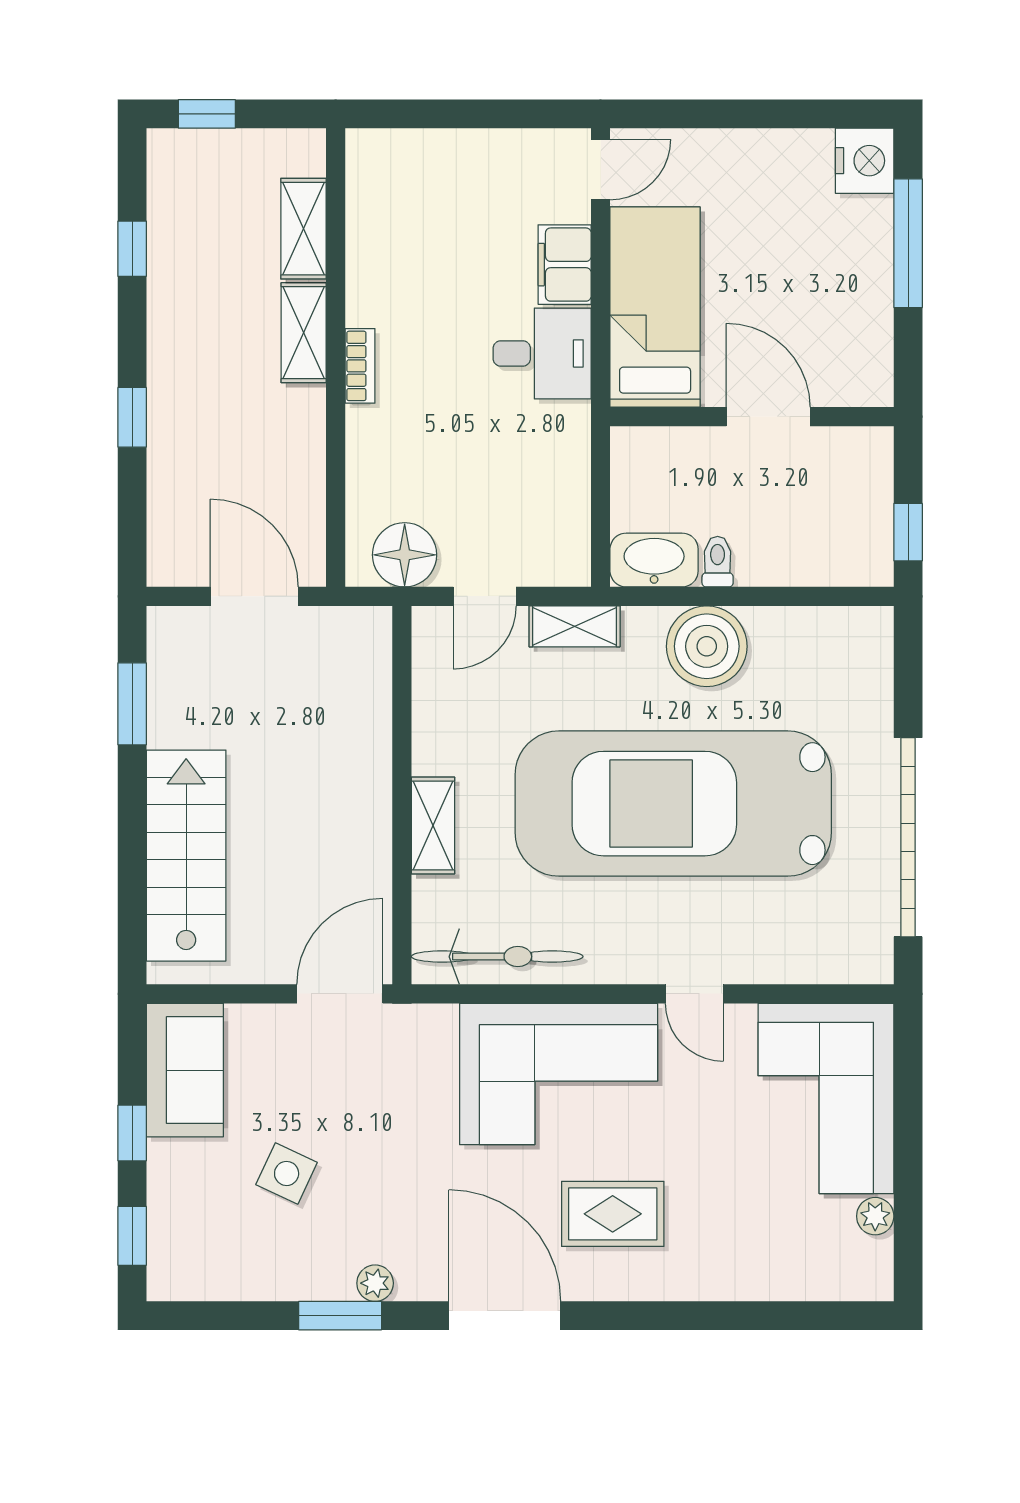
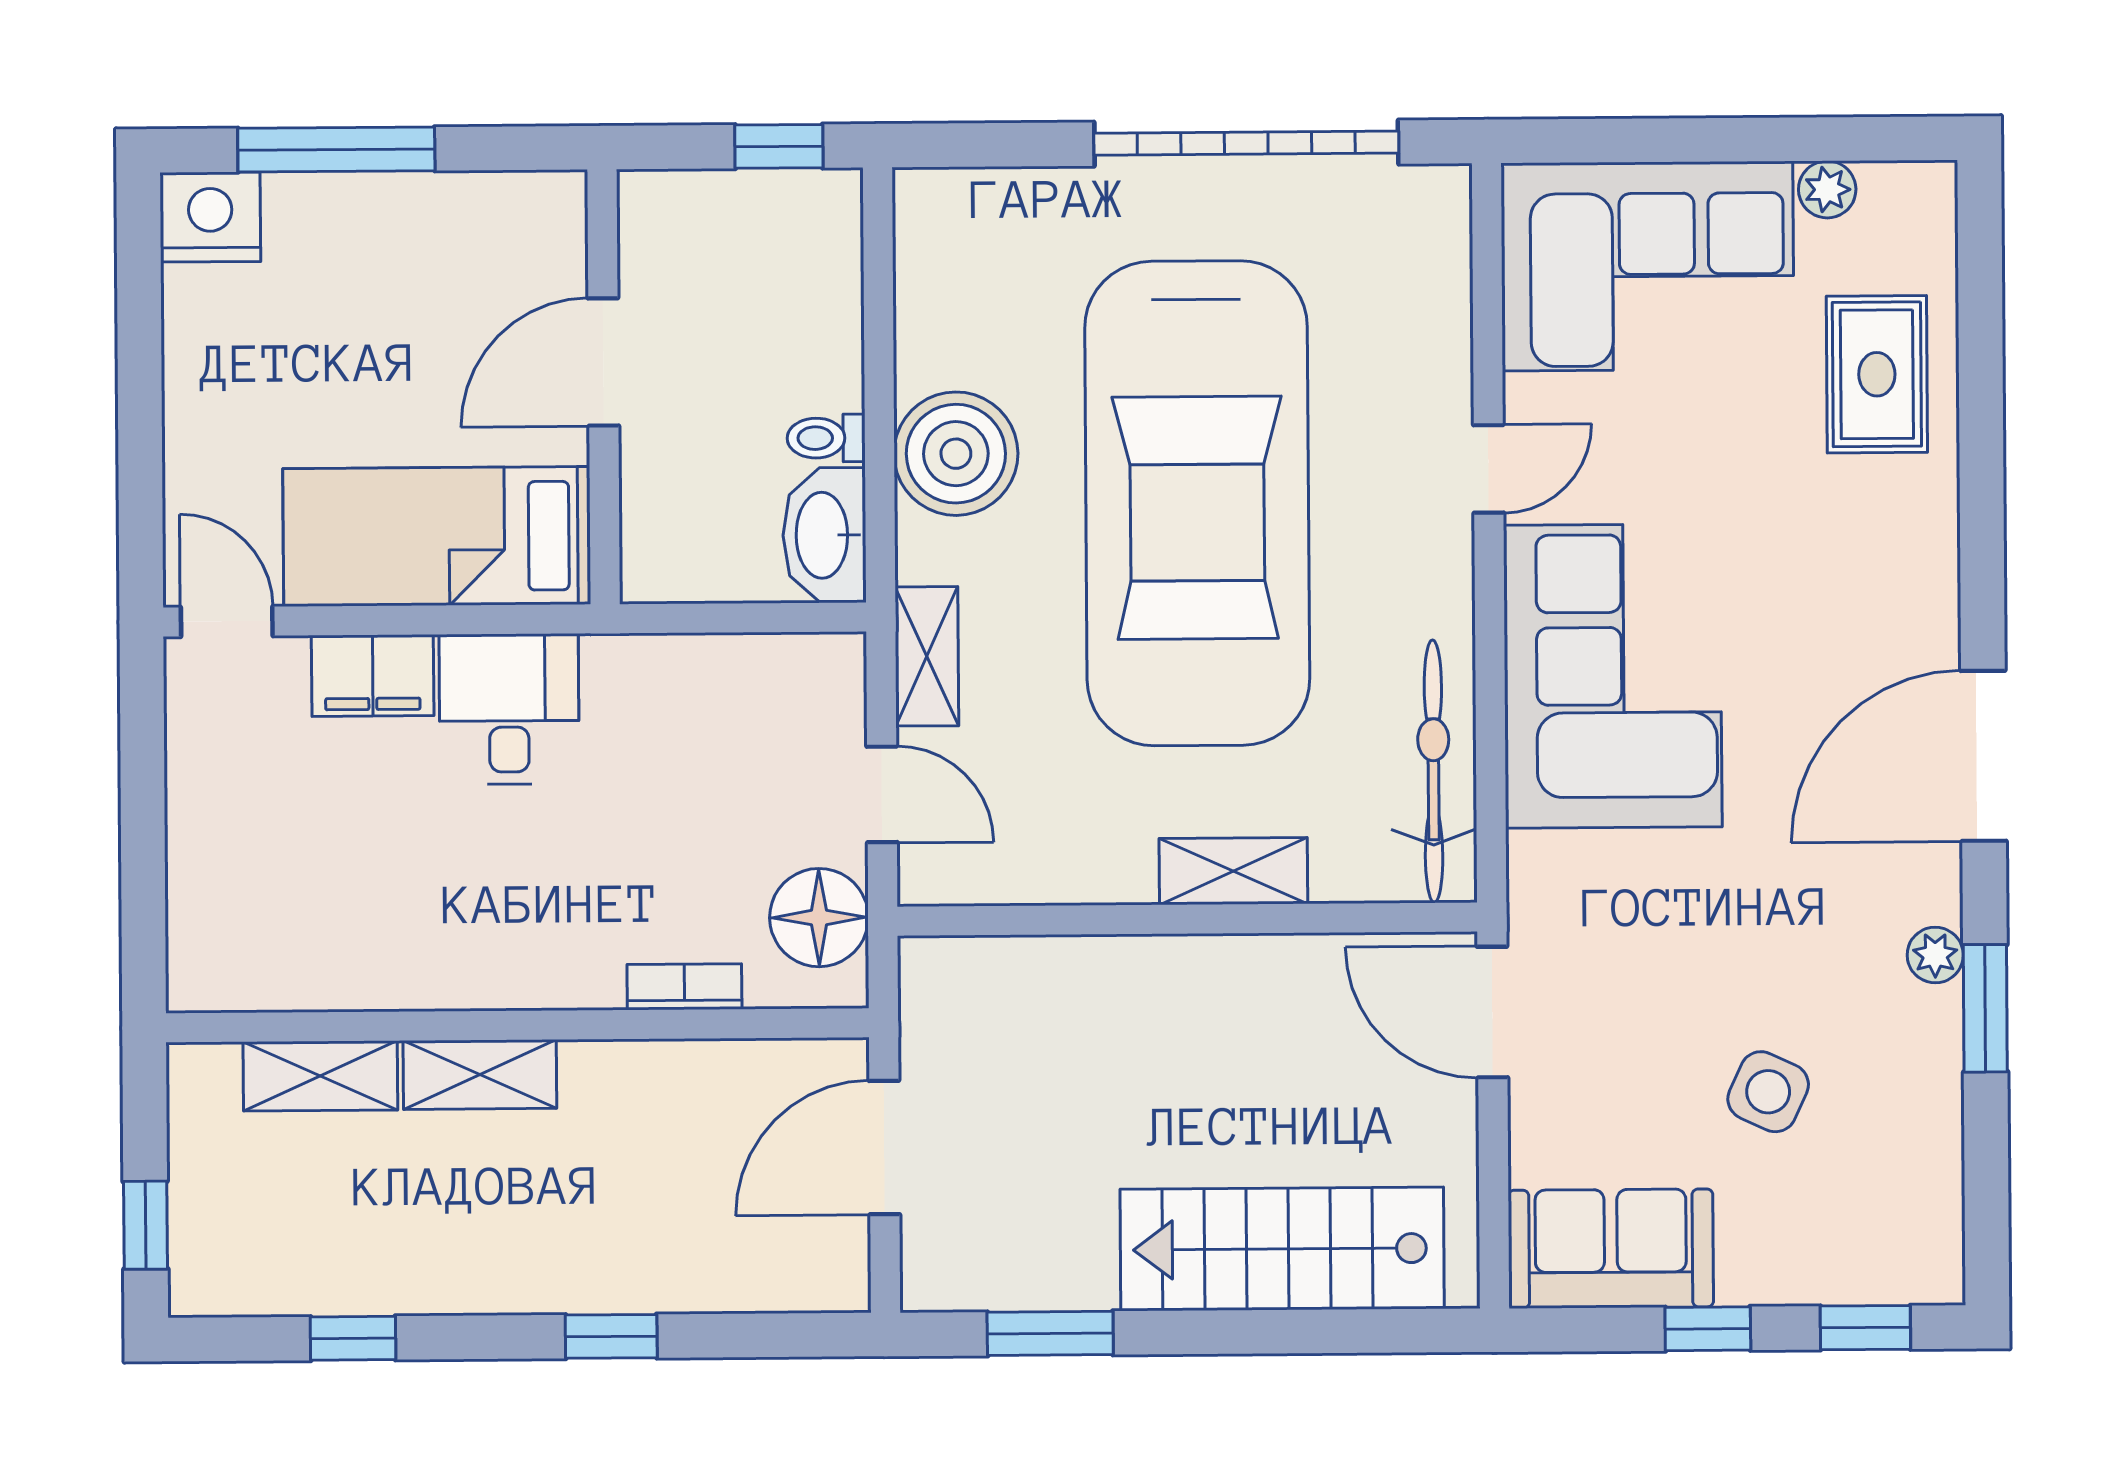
bookcase: (360, 366) -> (684, 987), moved
rug: (613, 1214) -> (1877, 374), moved

